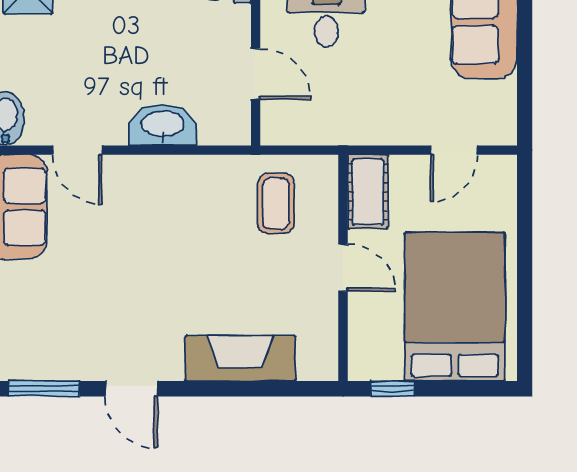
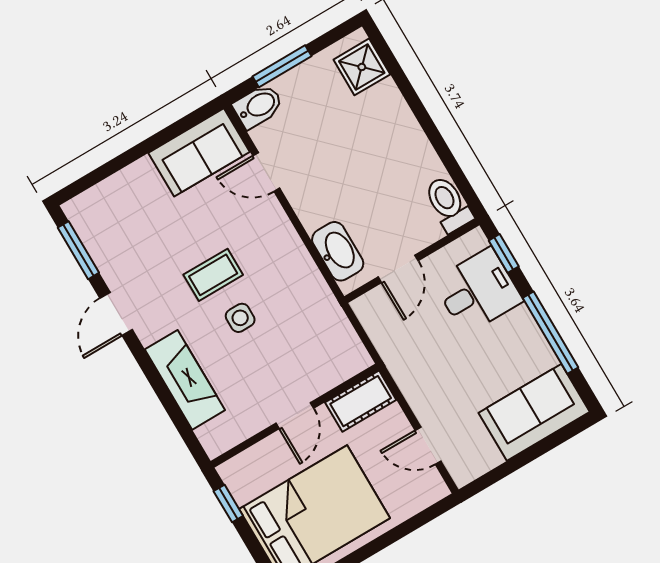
washbasin: (163, 125) -> (338, 251), moved
door: (77, 150) -> (266, 172), hinge flipped
coffee table: (276, 203) -> (213, 275), moved
side table: (210, 265) -> (240, 318), added

